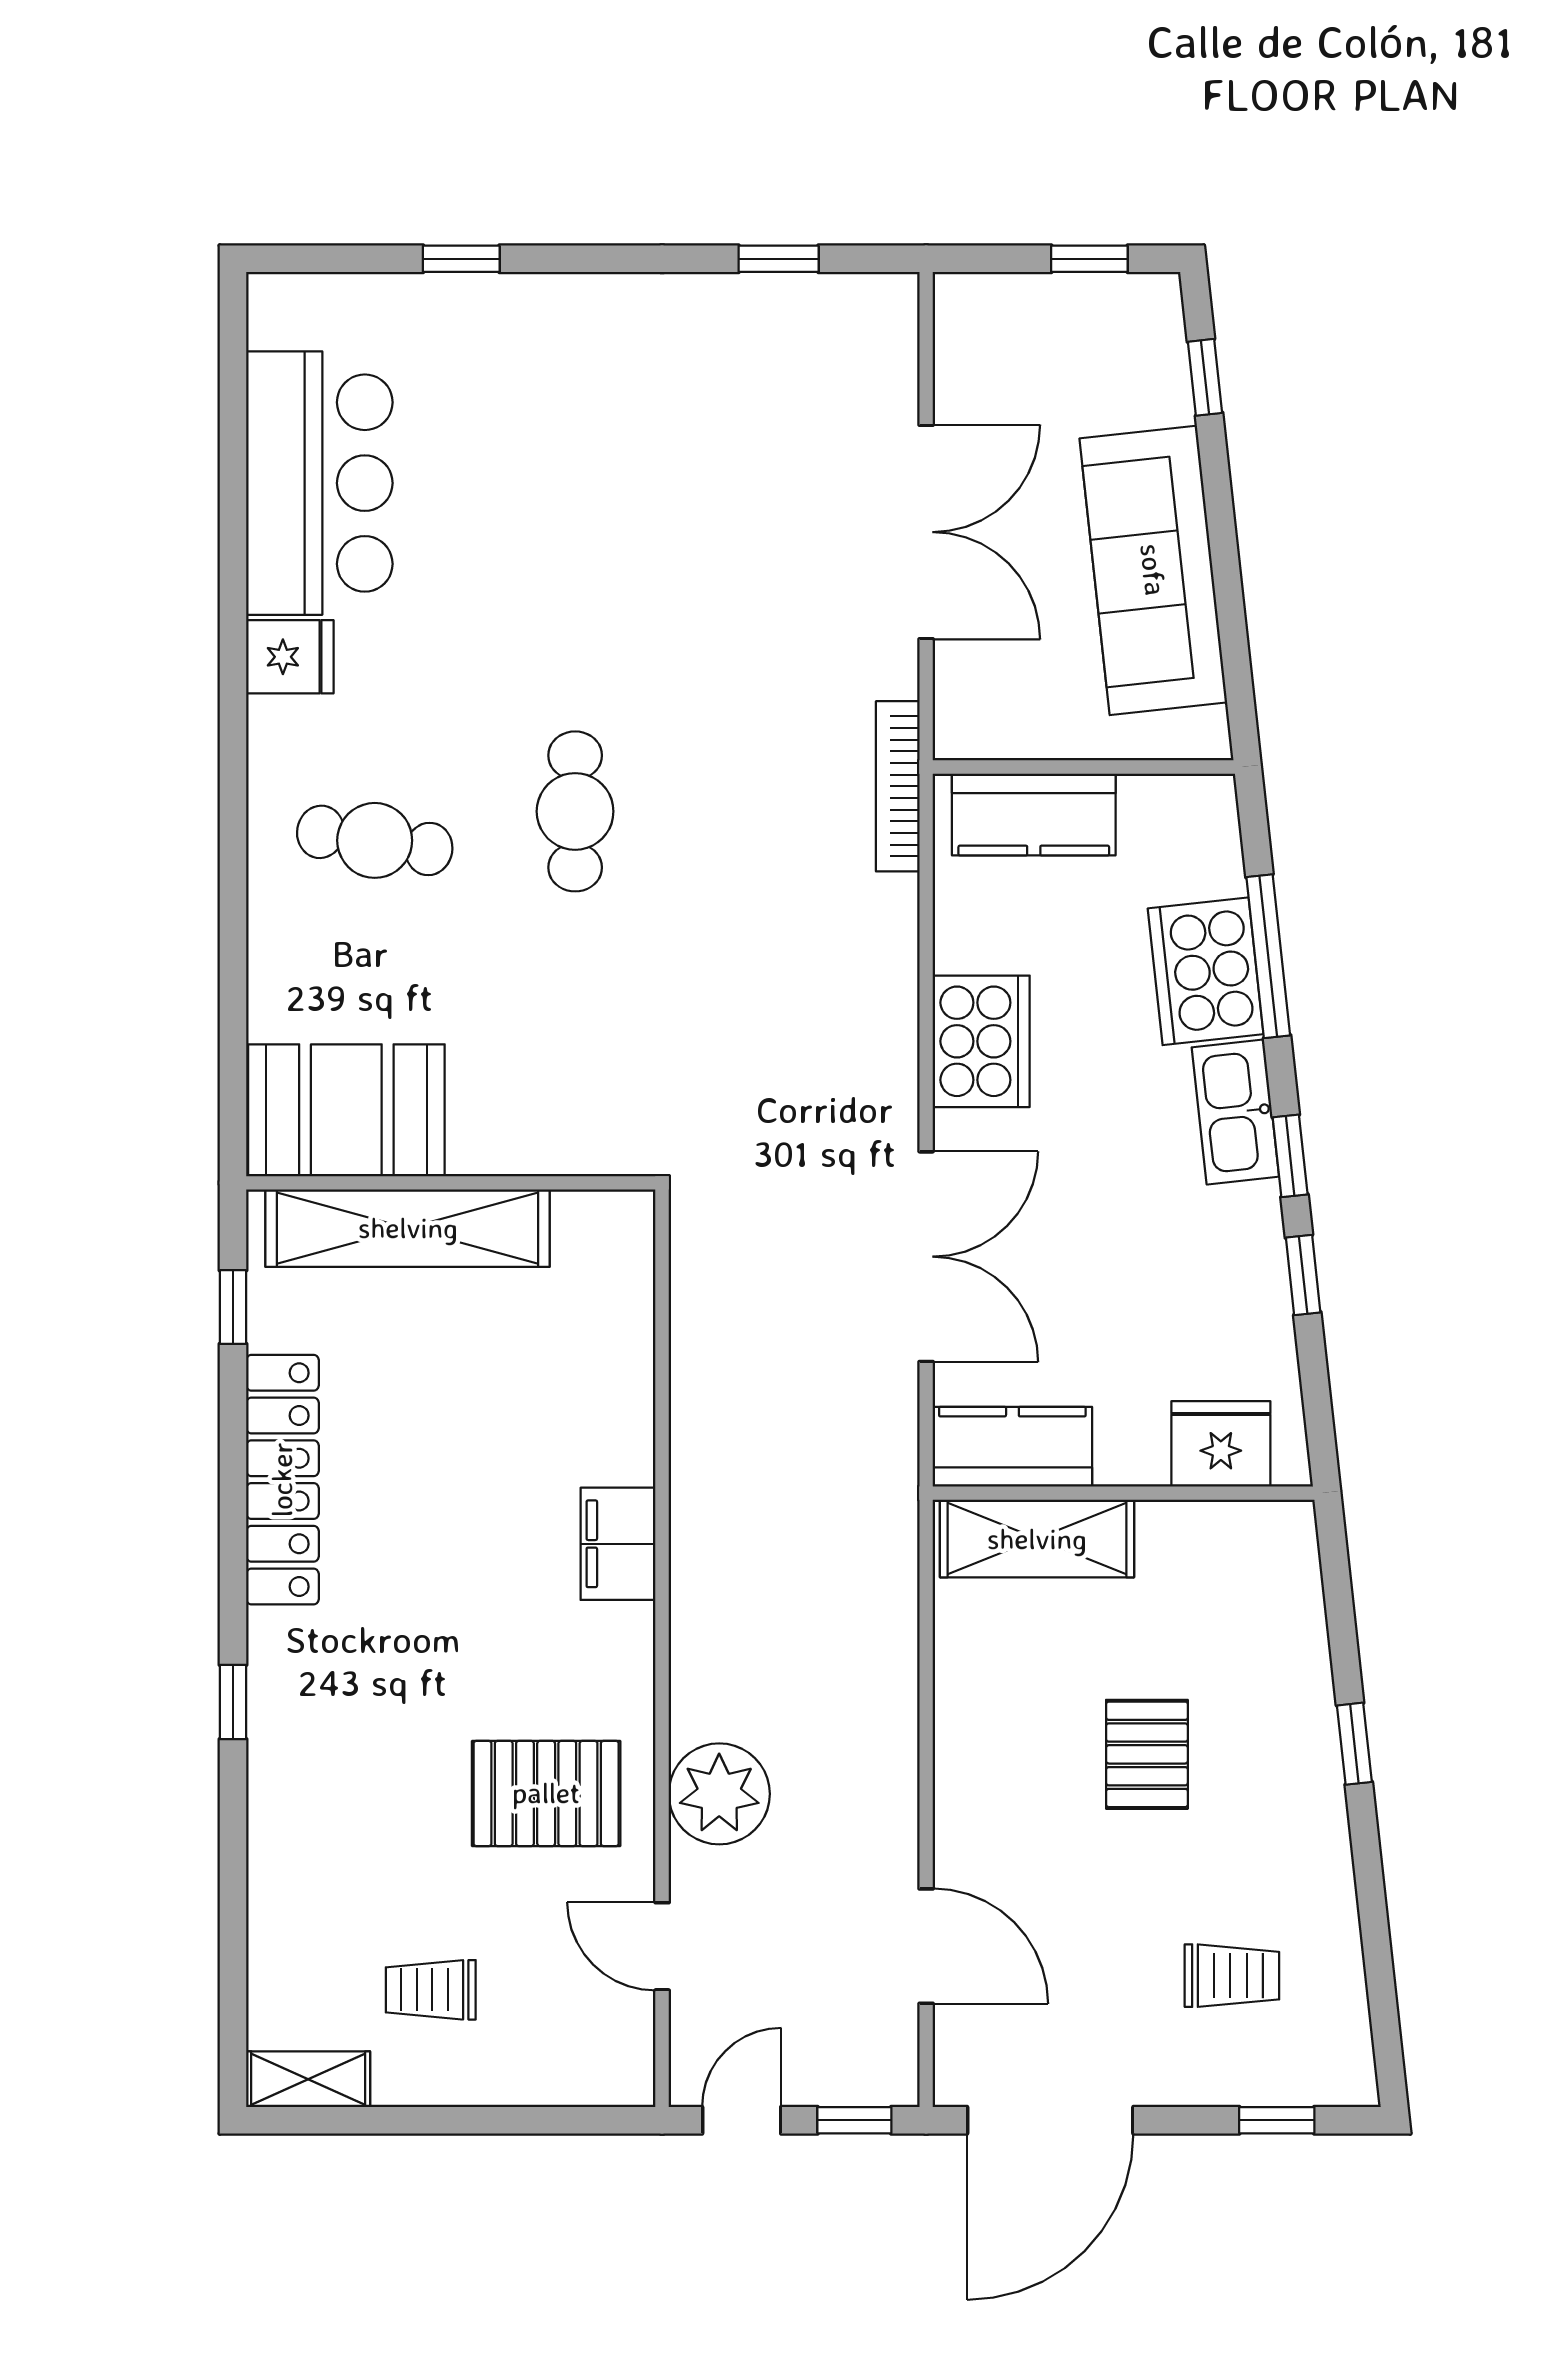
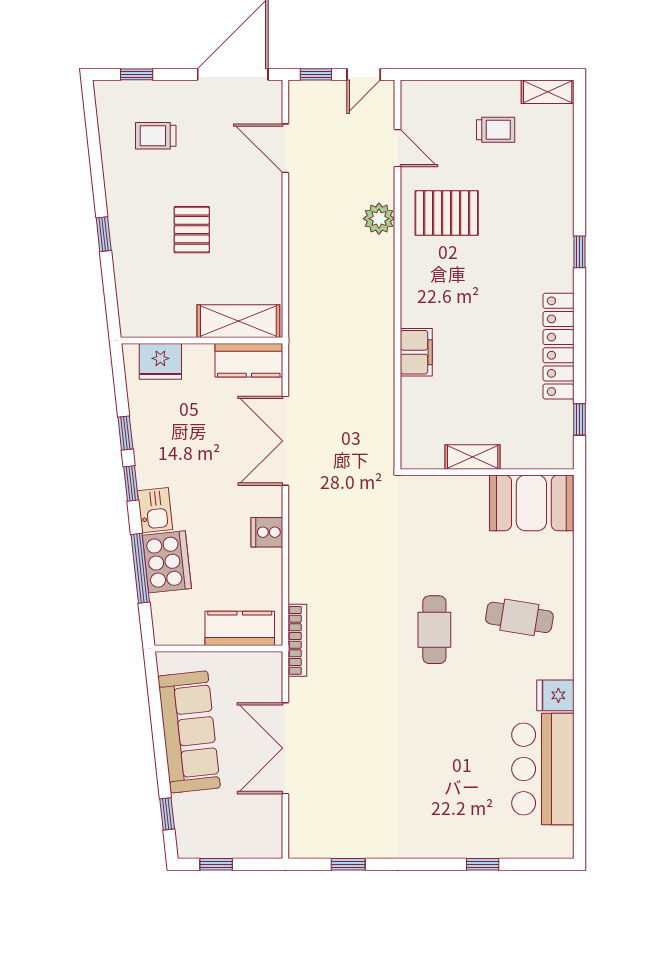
cooker: (981, 1041) -> (267, 532), width x0.53, depth x0.76
kitchen sink: (1235, 1112) -> (155, 510), width x0.73
shelving: (408, 1228) -> (473, 457), width x0.45, depth x0.75
filing cabinet: (618, 1544) -> (416, 352), moved
plant: (719, 1794) -> (379, 219), width x0.73, depth x0.73

